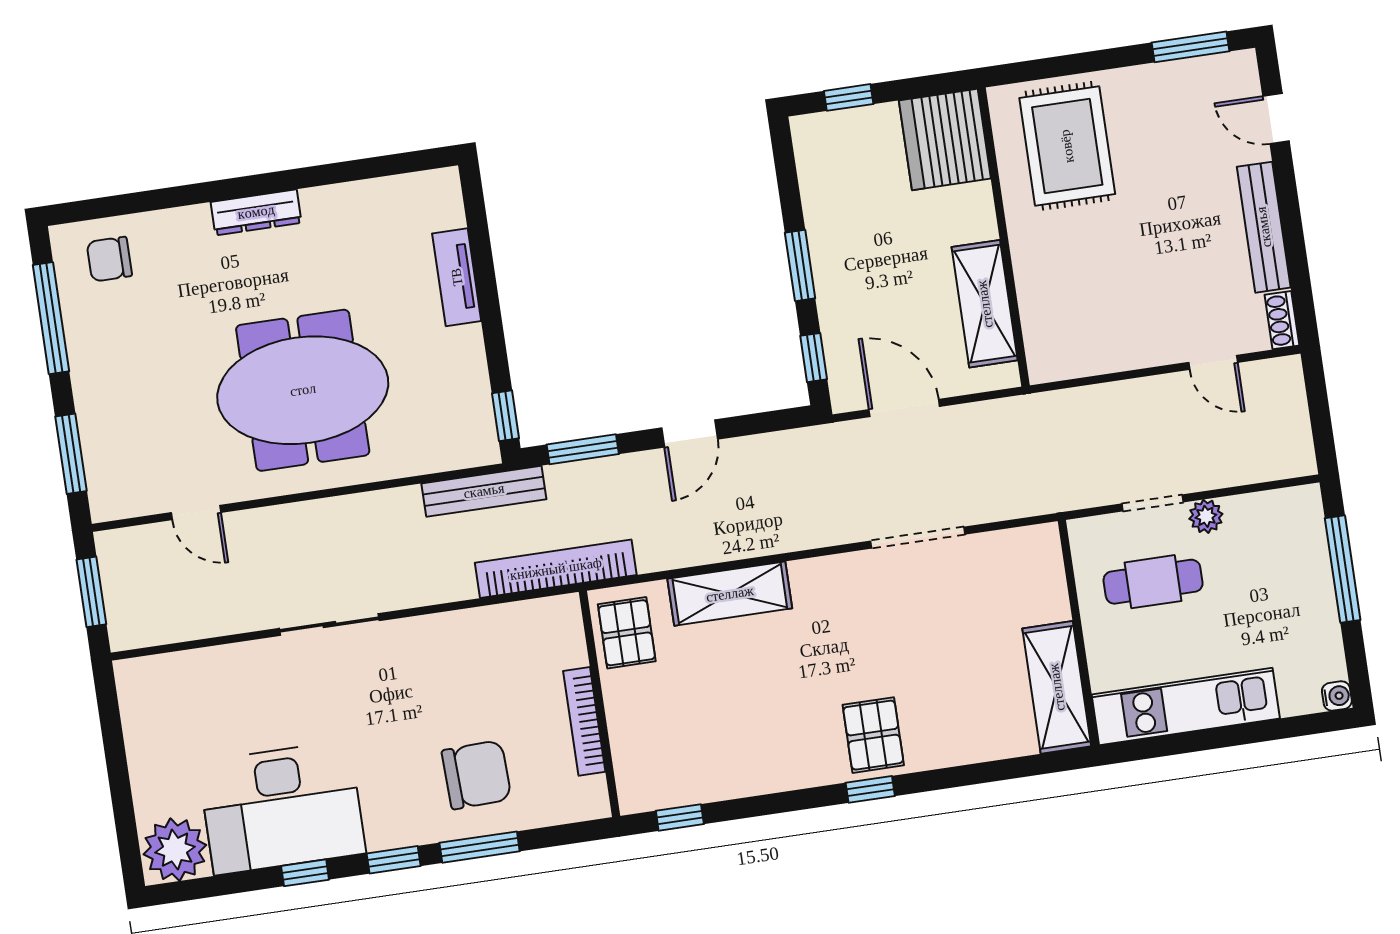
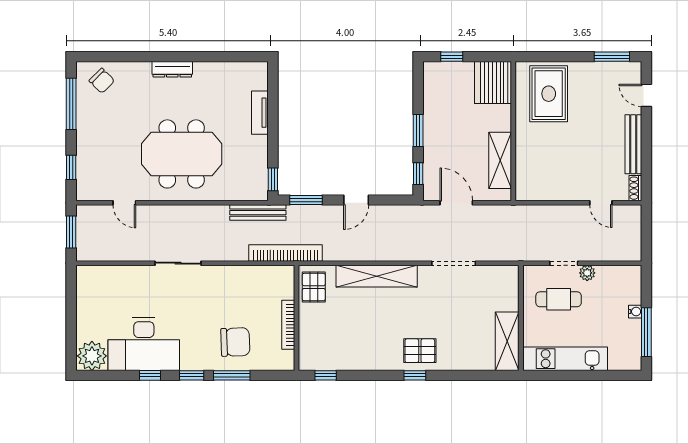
chair: (109, 259) -> (102, 81), turned -135
window: (71, 454) -> (71, 167), width x0.67
window: (1343, 569) -> (646, 332), moved
shelving: (730, 594) -> (377, 276), width x1.47
water cooler: (1337, 696) -> (635, 312), moved
pallet: (873, 735) -> (420, 351), turned 90

